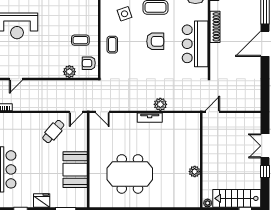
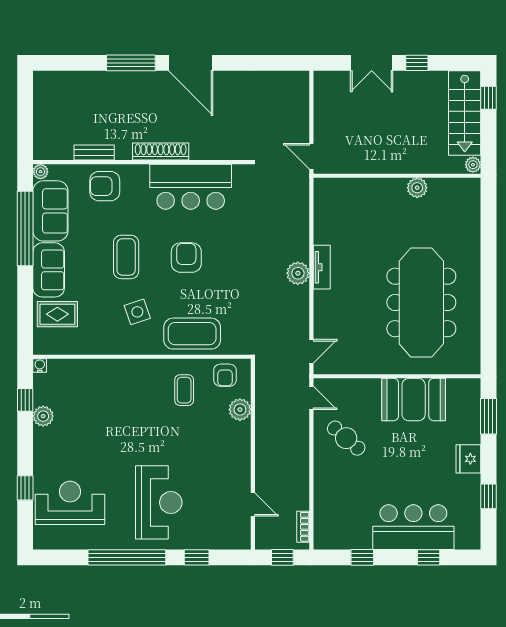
coffee table: (112, 45) -> (192, 334), width x1.86, depth x1.72
plant: (160, 104) -> (298, 273), moved
meeting table: (130, 174) -> (421, 302), width x1.36

